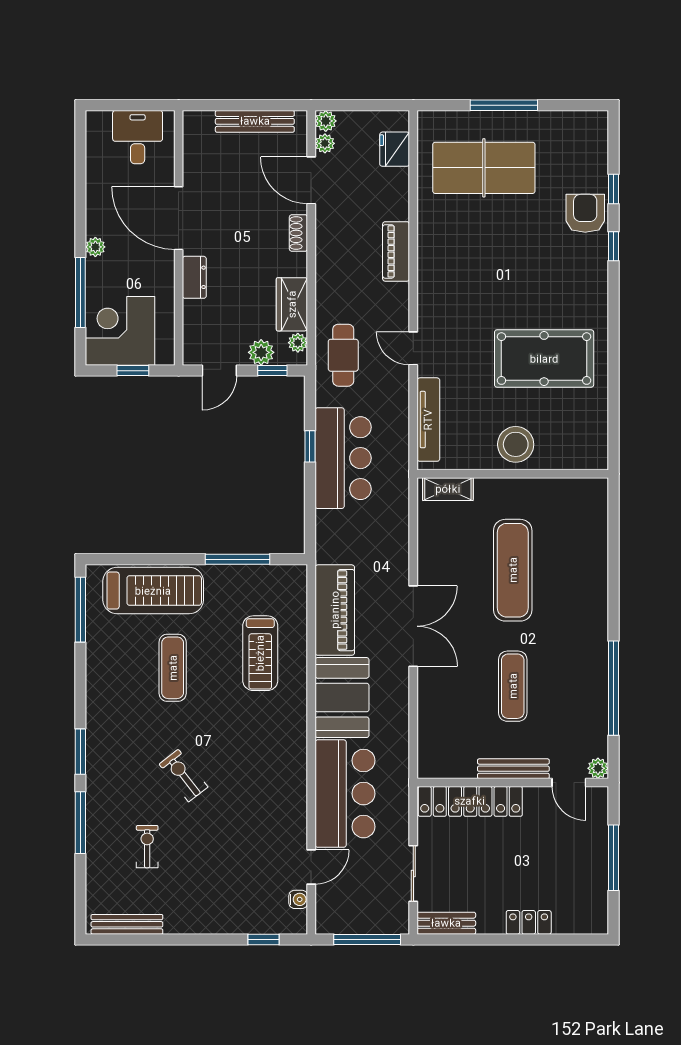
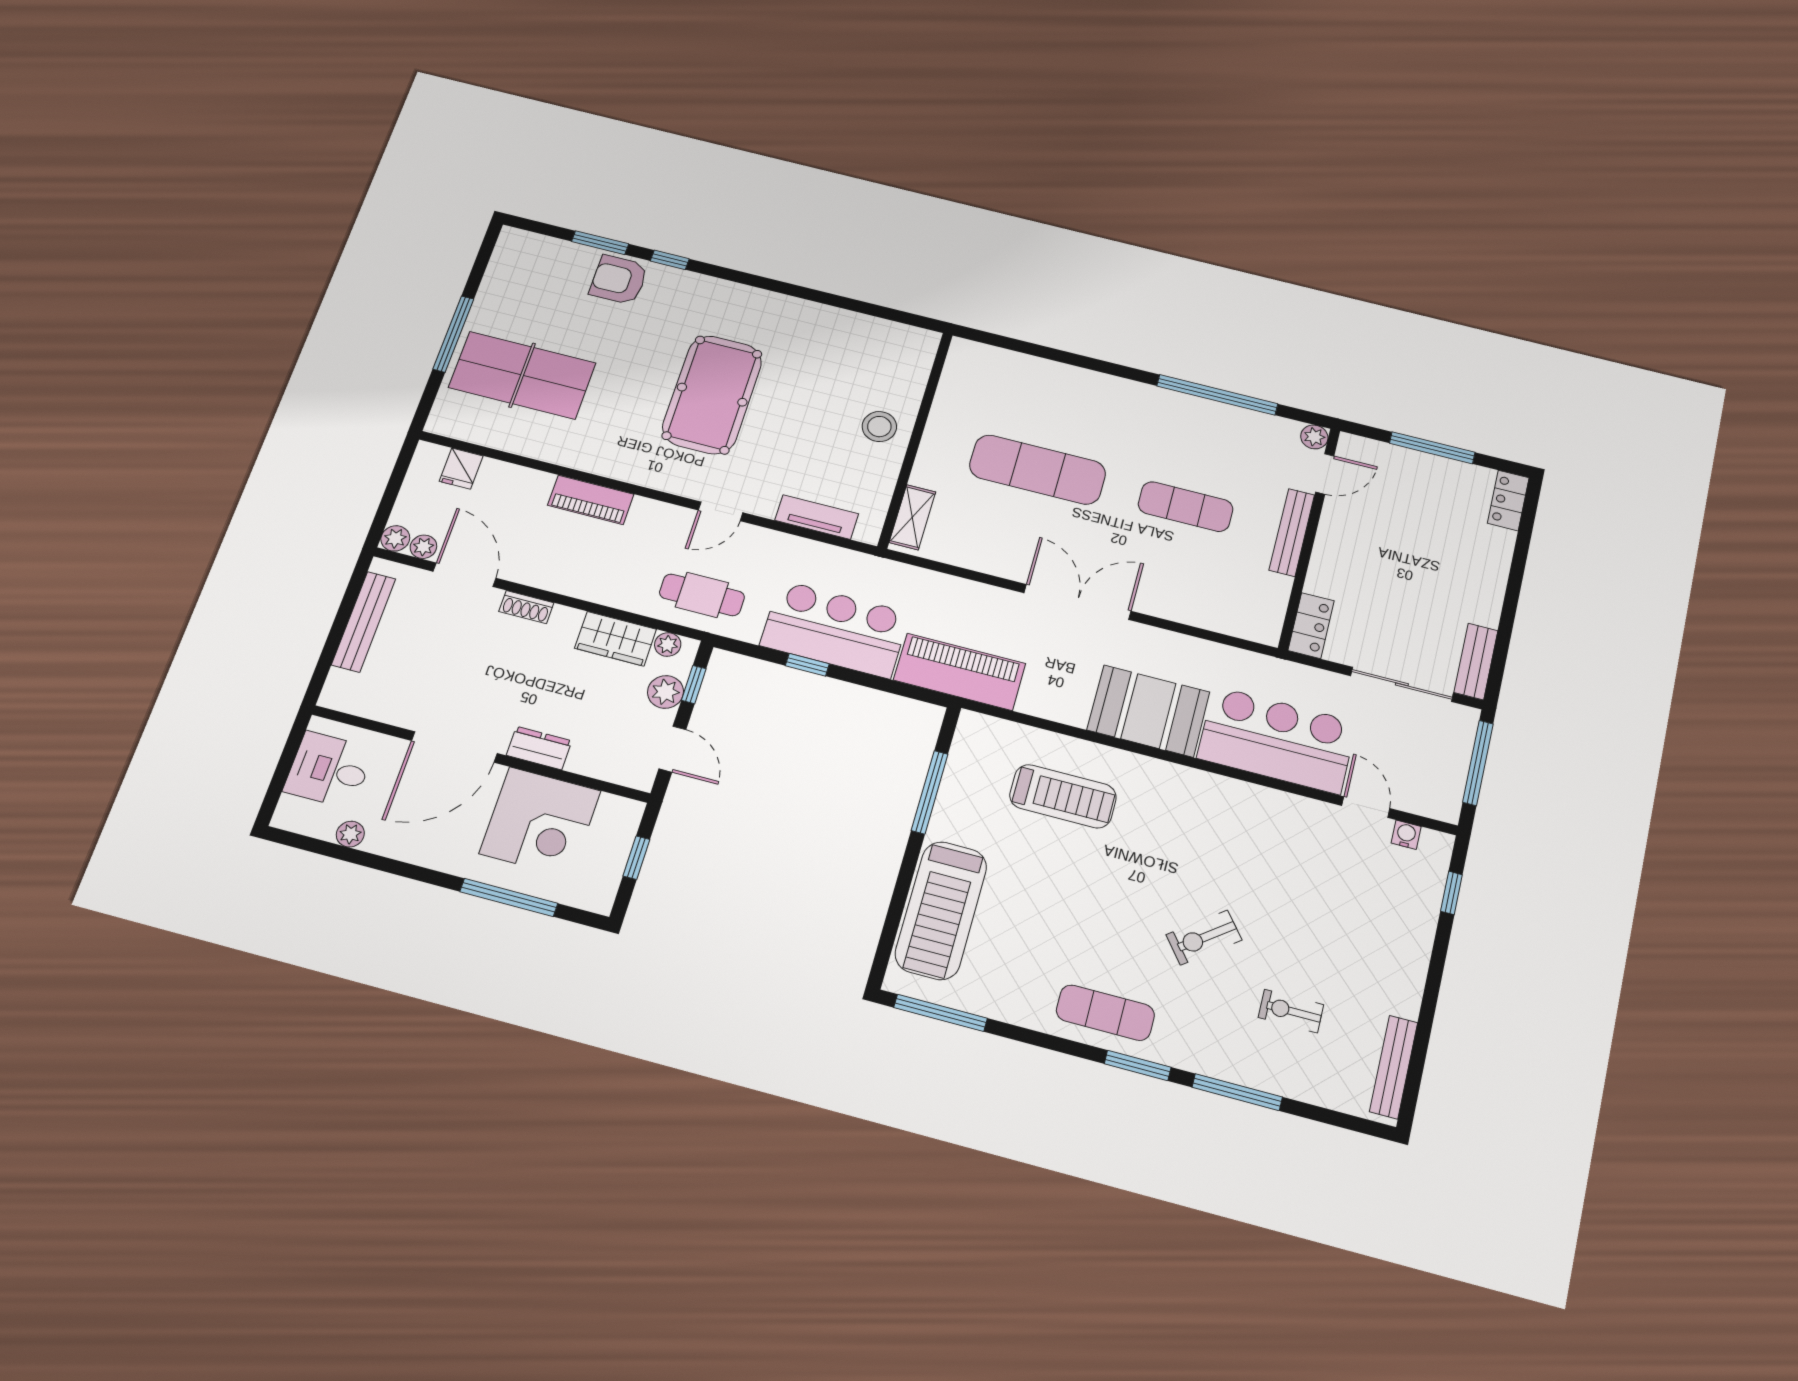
fridge: (395, 149) -> (461, 469), width x0.72
table tennis table: (484, 168) -> (522, 375), turned 90
door: (311, 180) -> (464, 575), swing flipped
window: (614, 189) -> (600, 243), width x1.50
plant: (95, 247) -> (350, 834), moved
corner desk: (120, 331) -> (540, 822), moved, turned -90
pool table: (544, 359) -> (712, 395), moved
tv unit: (428, 420) -> (817, 517), width x0.71
stool: (516, 444) -> (879, 427), width x0.73, depth x0.73
treadmill: (153, 591) -> (941, 910), turned 180
piano: (335, 610) -> (960, 672), moved
exercise mat: (173, 668) -> (1105, 1013), moved
locker: (470, 801) -> (1311, 626), width x0.46, depth x0.83
sliding door: (413, 874) -> (1402, 684), width x1.37
locker: (529, 922) -> (1508, 500), moved

